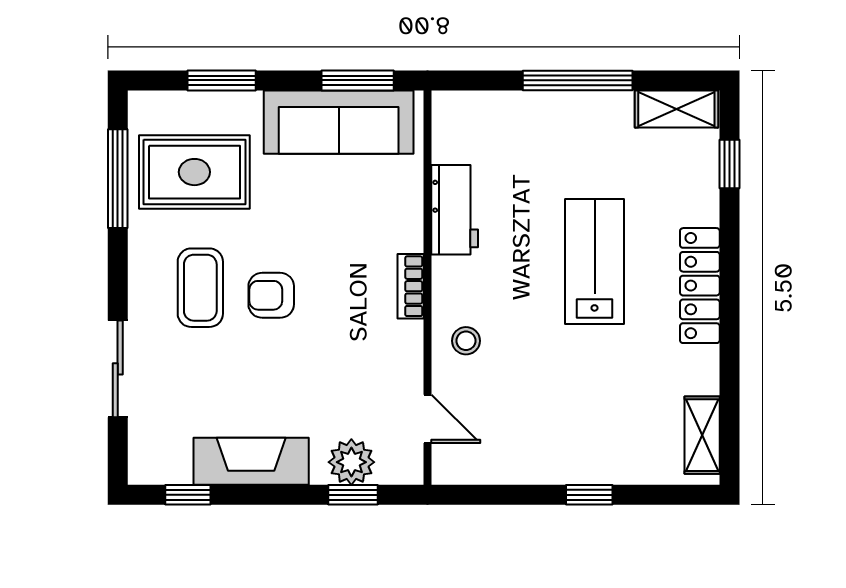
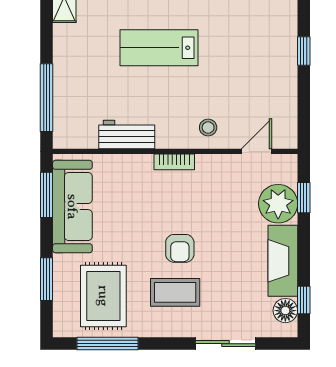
window: (578, 80) -> (47, 98), moved
plant: (351, 462) -> (278, 204), width x1.36, depth x1.36
floor lamp: (171, 465) -> (285, 311), added

